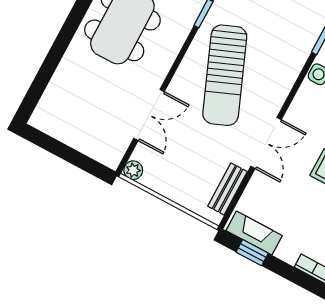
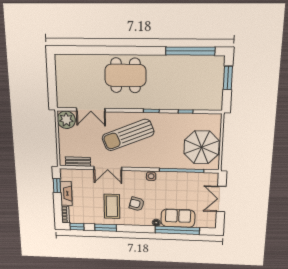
plant: (133, 170) -> (66, 120), width x1.88, depth x1.88
fireplace: (254, 233) -> (66, 193), moved

